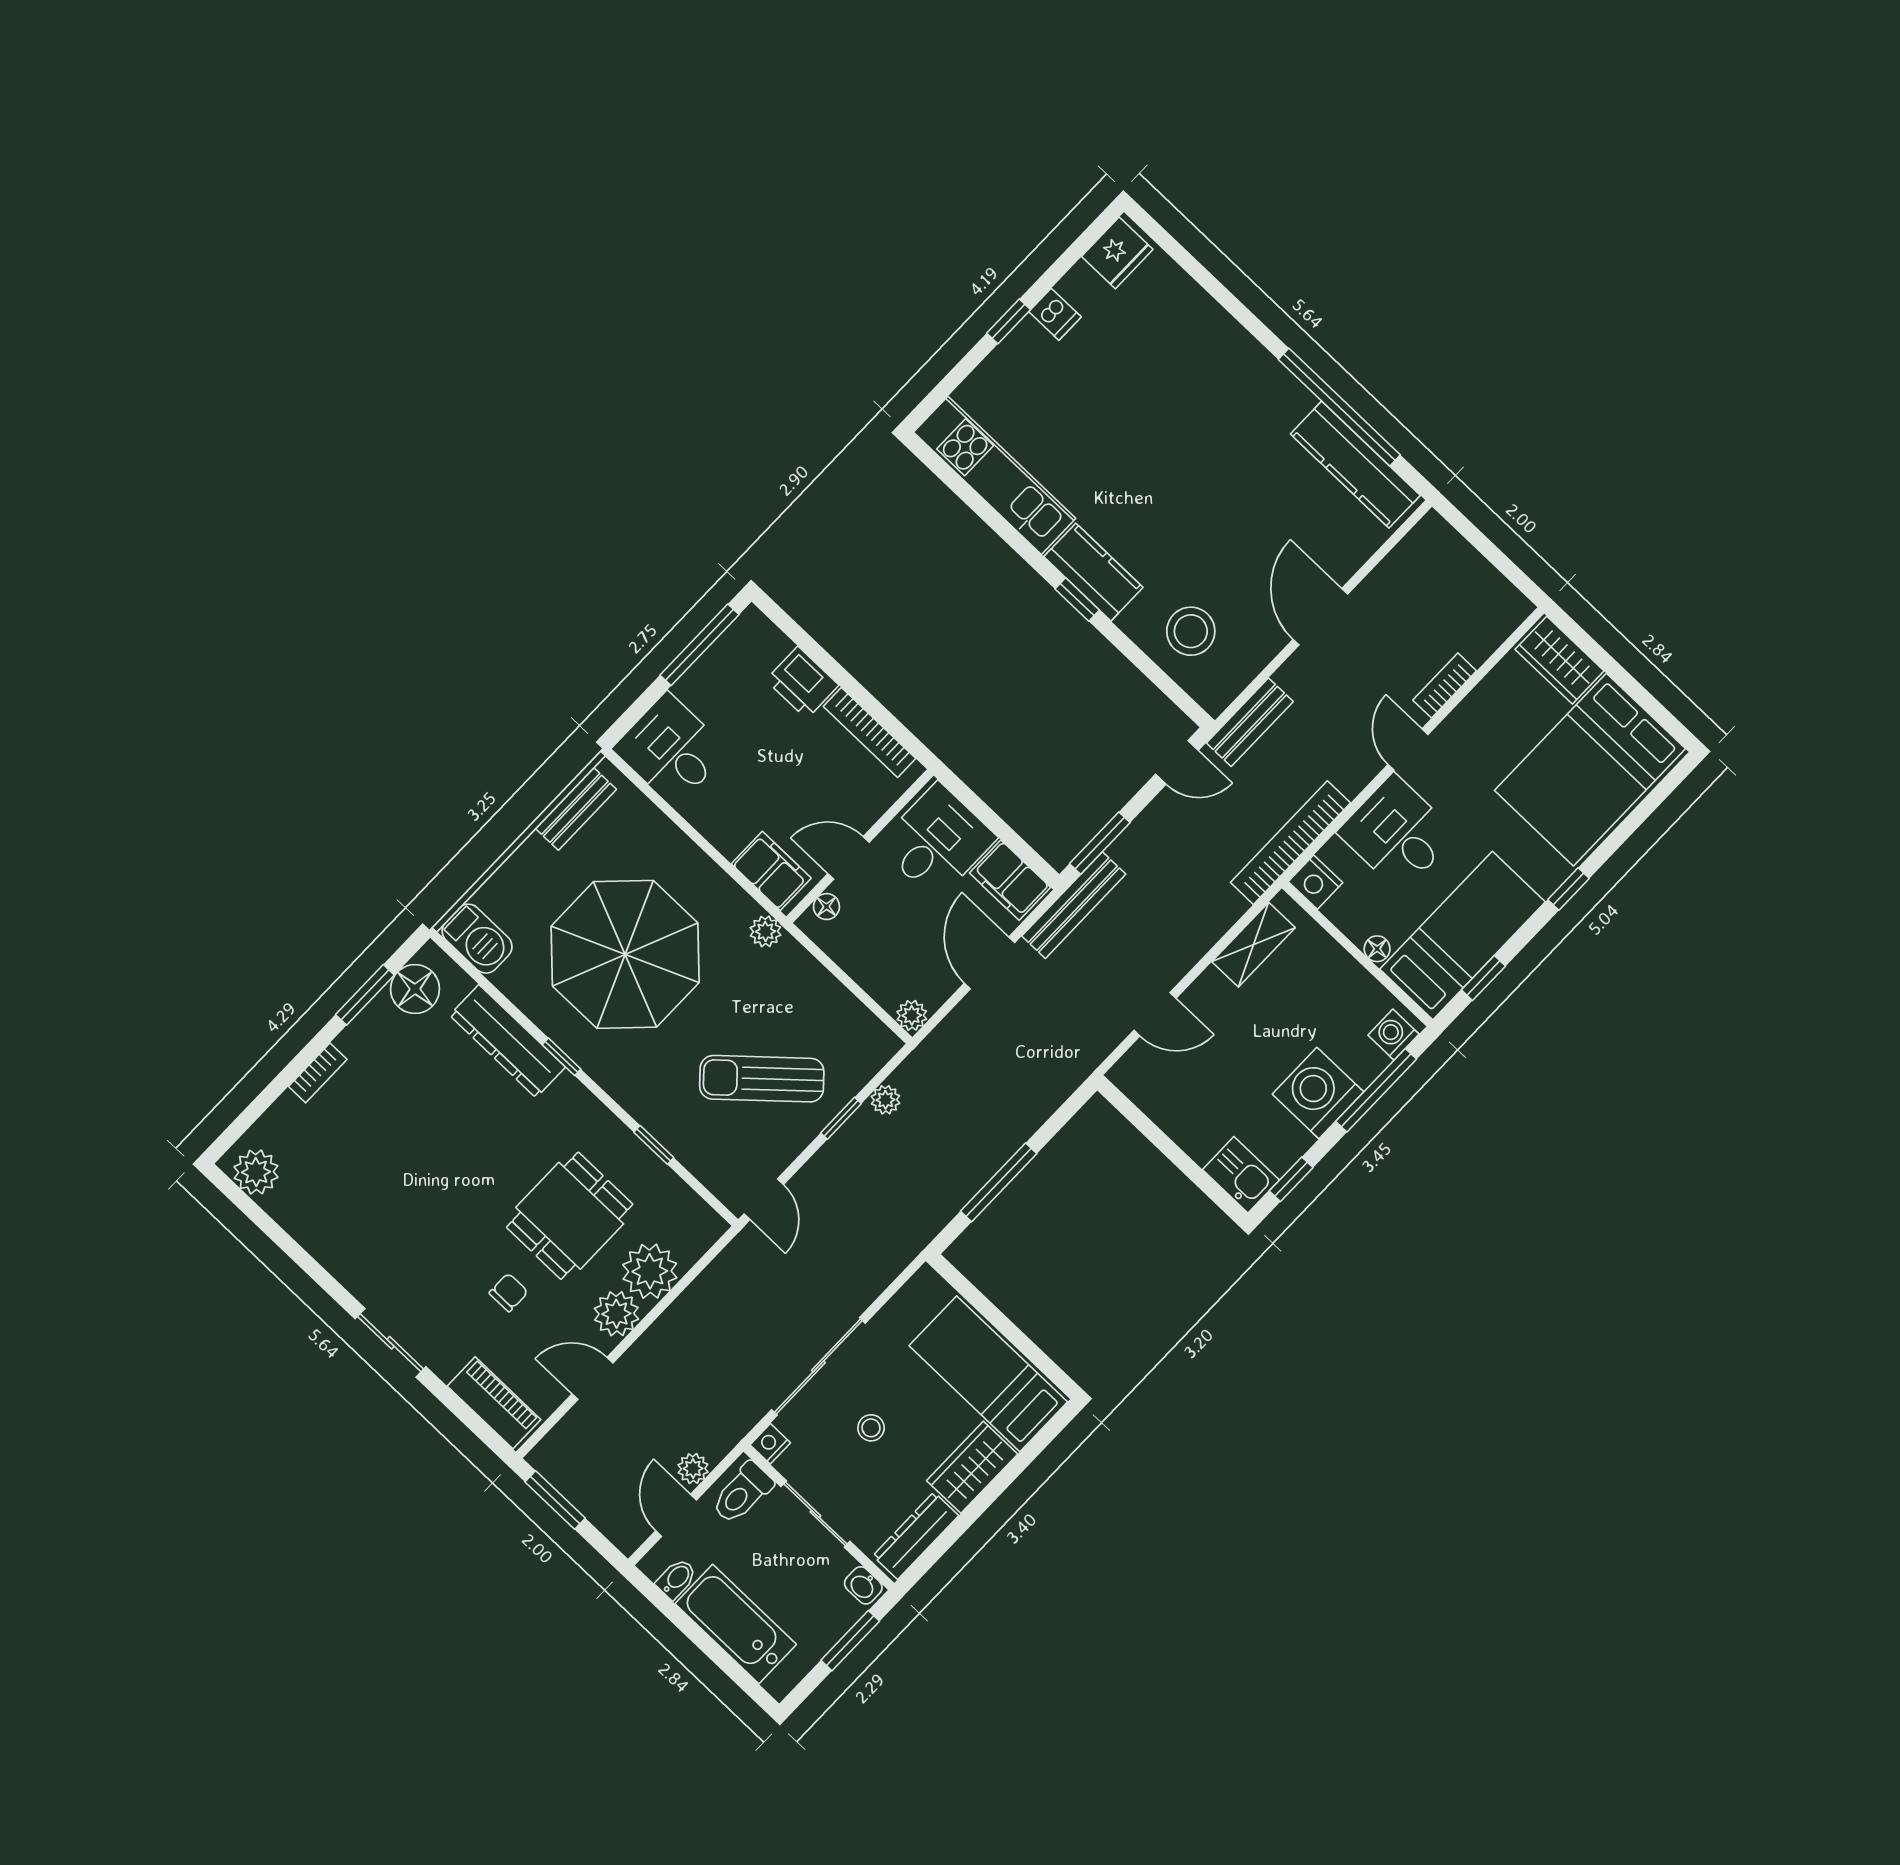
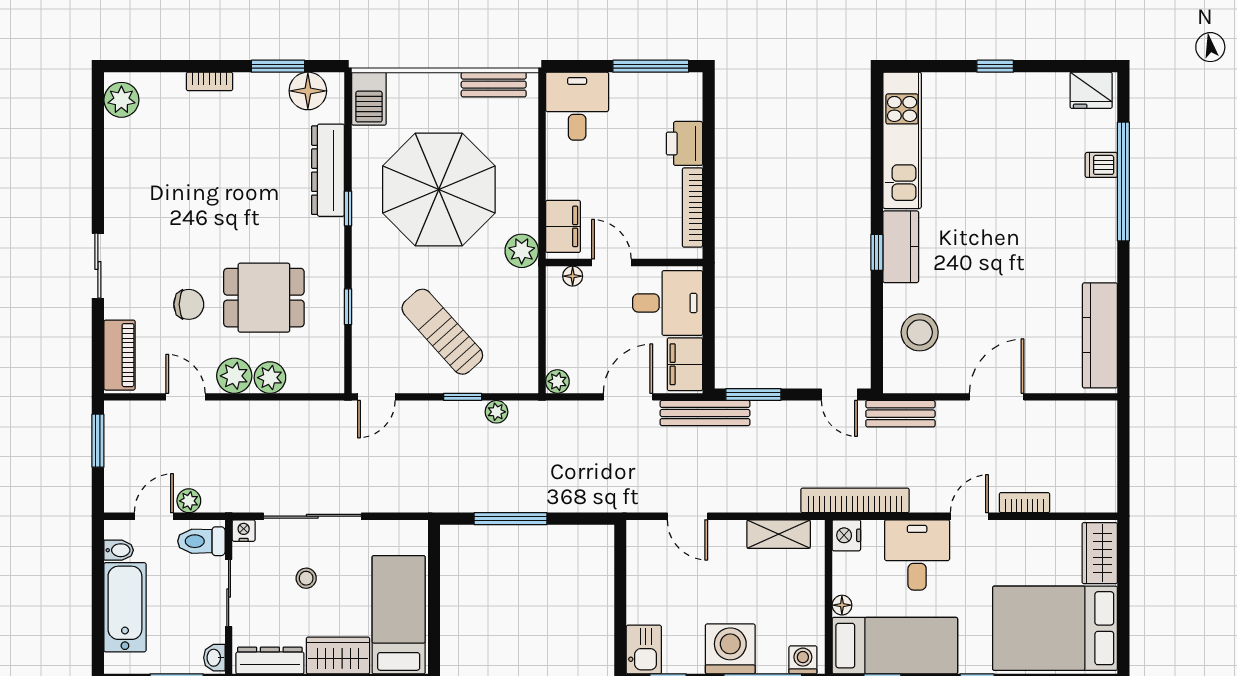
dishwasher: (1055, 314) -> (1101, 165), moved, turned 90
window: (1339, 407) -> (1123, 181), moved
plant: (765, 931) -> (522, 251), width x1.38, depth x1.38
plant: (650, 1271) -> (270, 378), width x0.73, depth x0.73
chair: (509, 1292) -> (189, 304), width x1.37, depth x1.37

